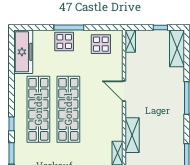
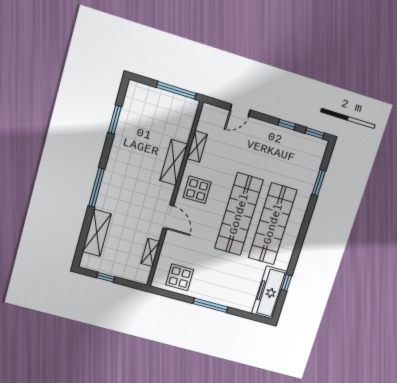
shelving: (130, 41) -> (150, 252), moved
display table: (64, 42) -> (197, 190), moved
shelving: (177, 48) -> (97, 233), moved
window: (11, 124) -> (287, 283), moved

